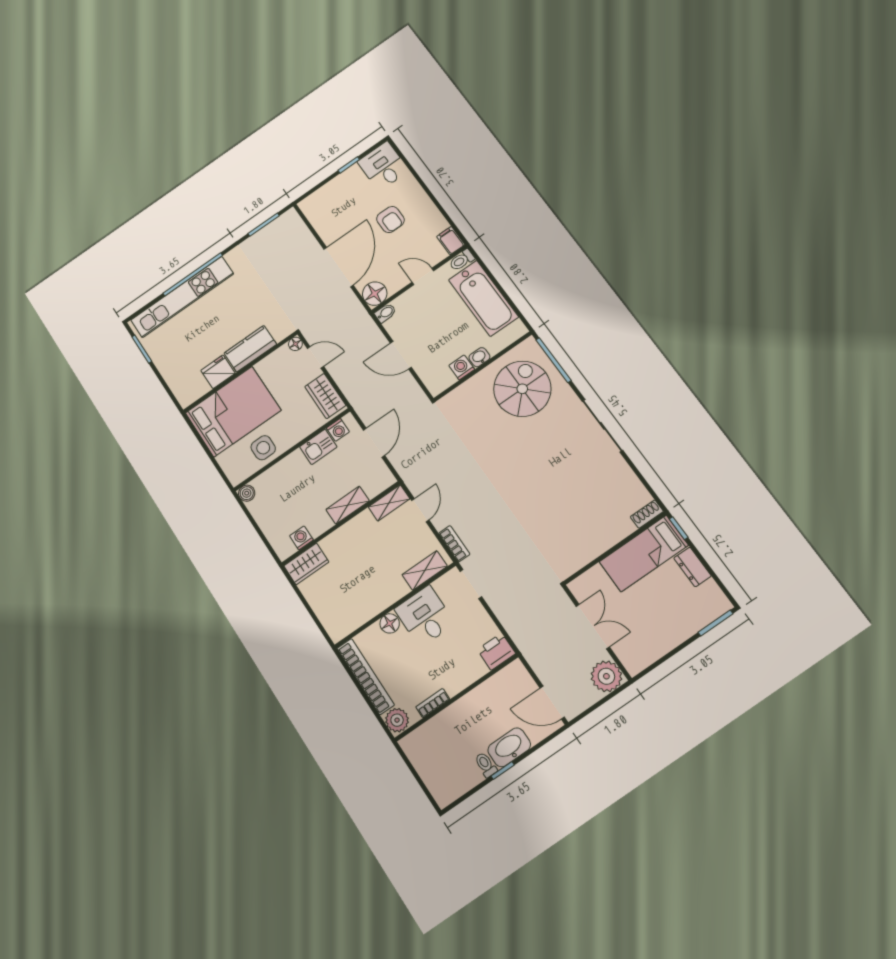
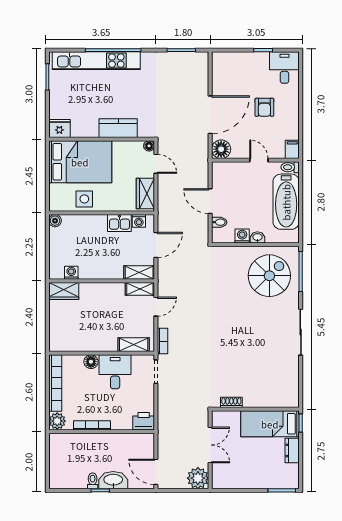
bidet: (385, 313) -> (219, 222), moved
fridge: (218, 372) -> (59, 128), moved
shelving: (348, 505) -> (139, 272), moved
shoe rack: (647, 514) -> (231, 402), moved
bookcase: (433, 703) -> (92, 425), width x1.56

